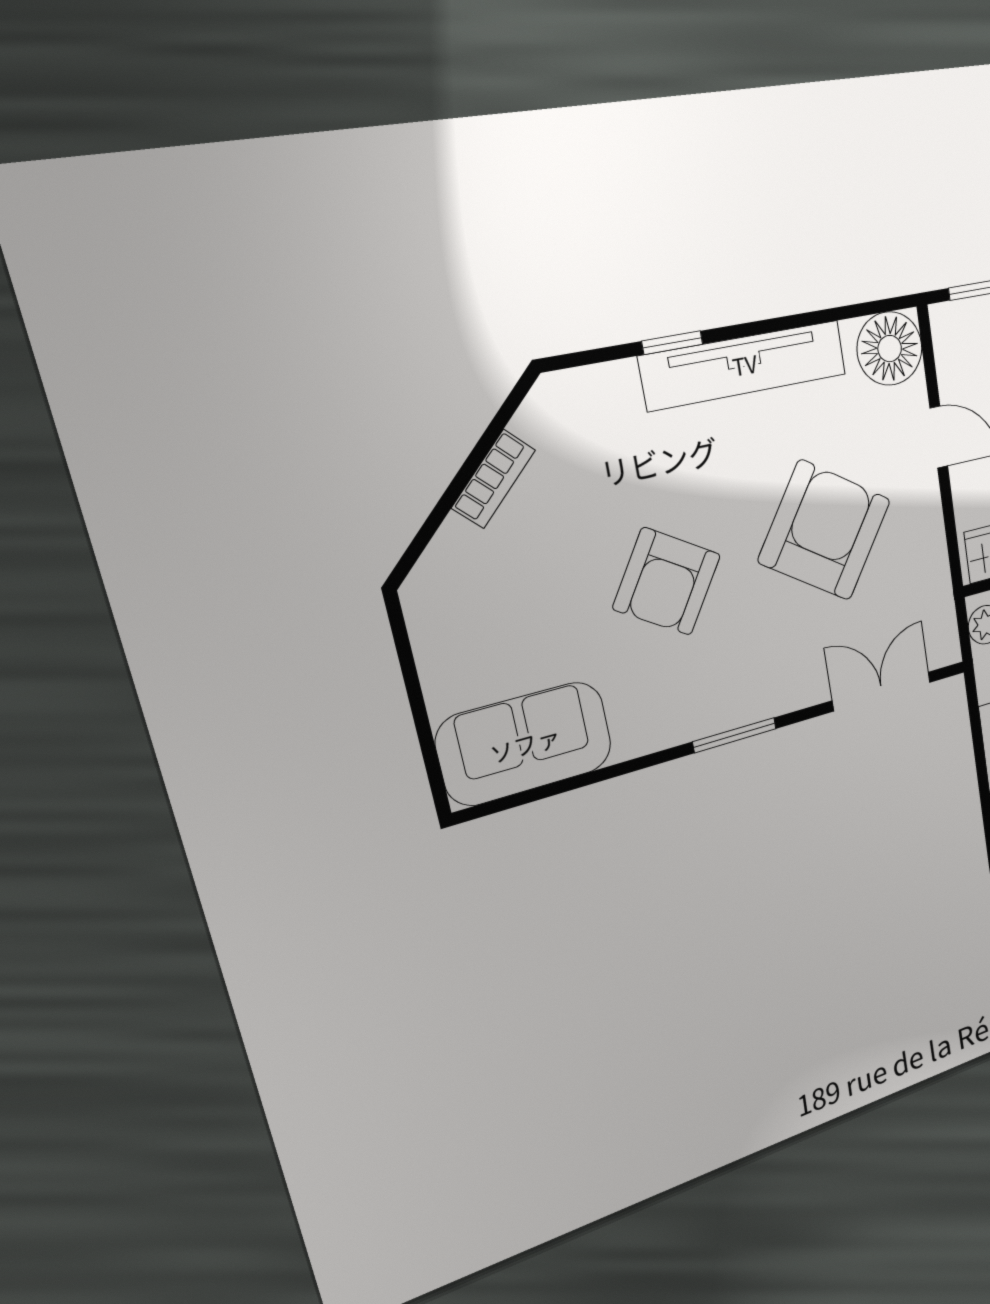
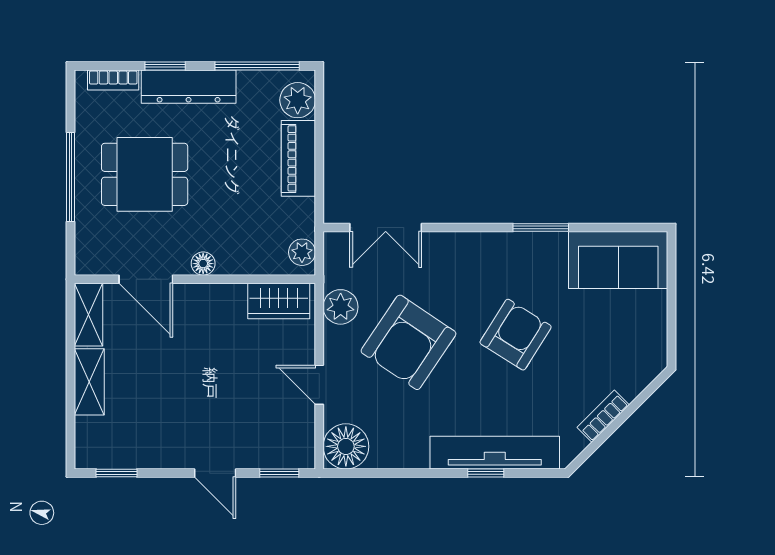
tv unit: (745, 365) -> (495, 453), moved
plant: (926, 560) -> (341, 307), added
window: (735, 735) -> (541, 227), moved

